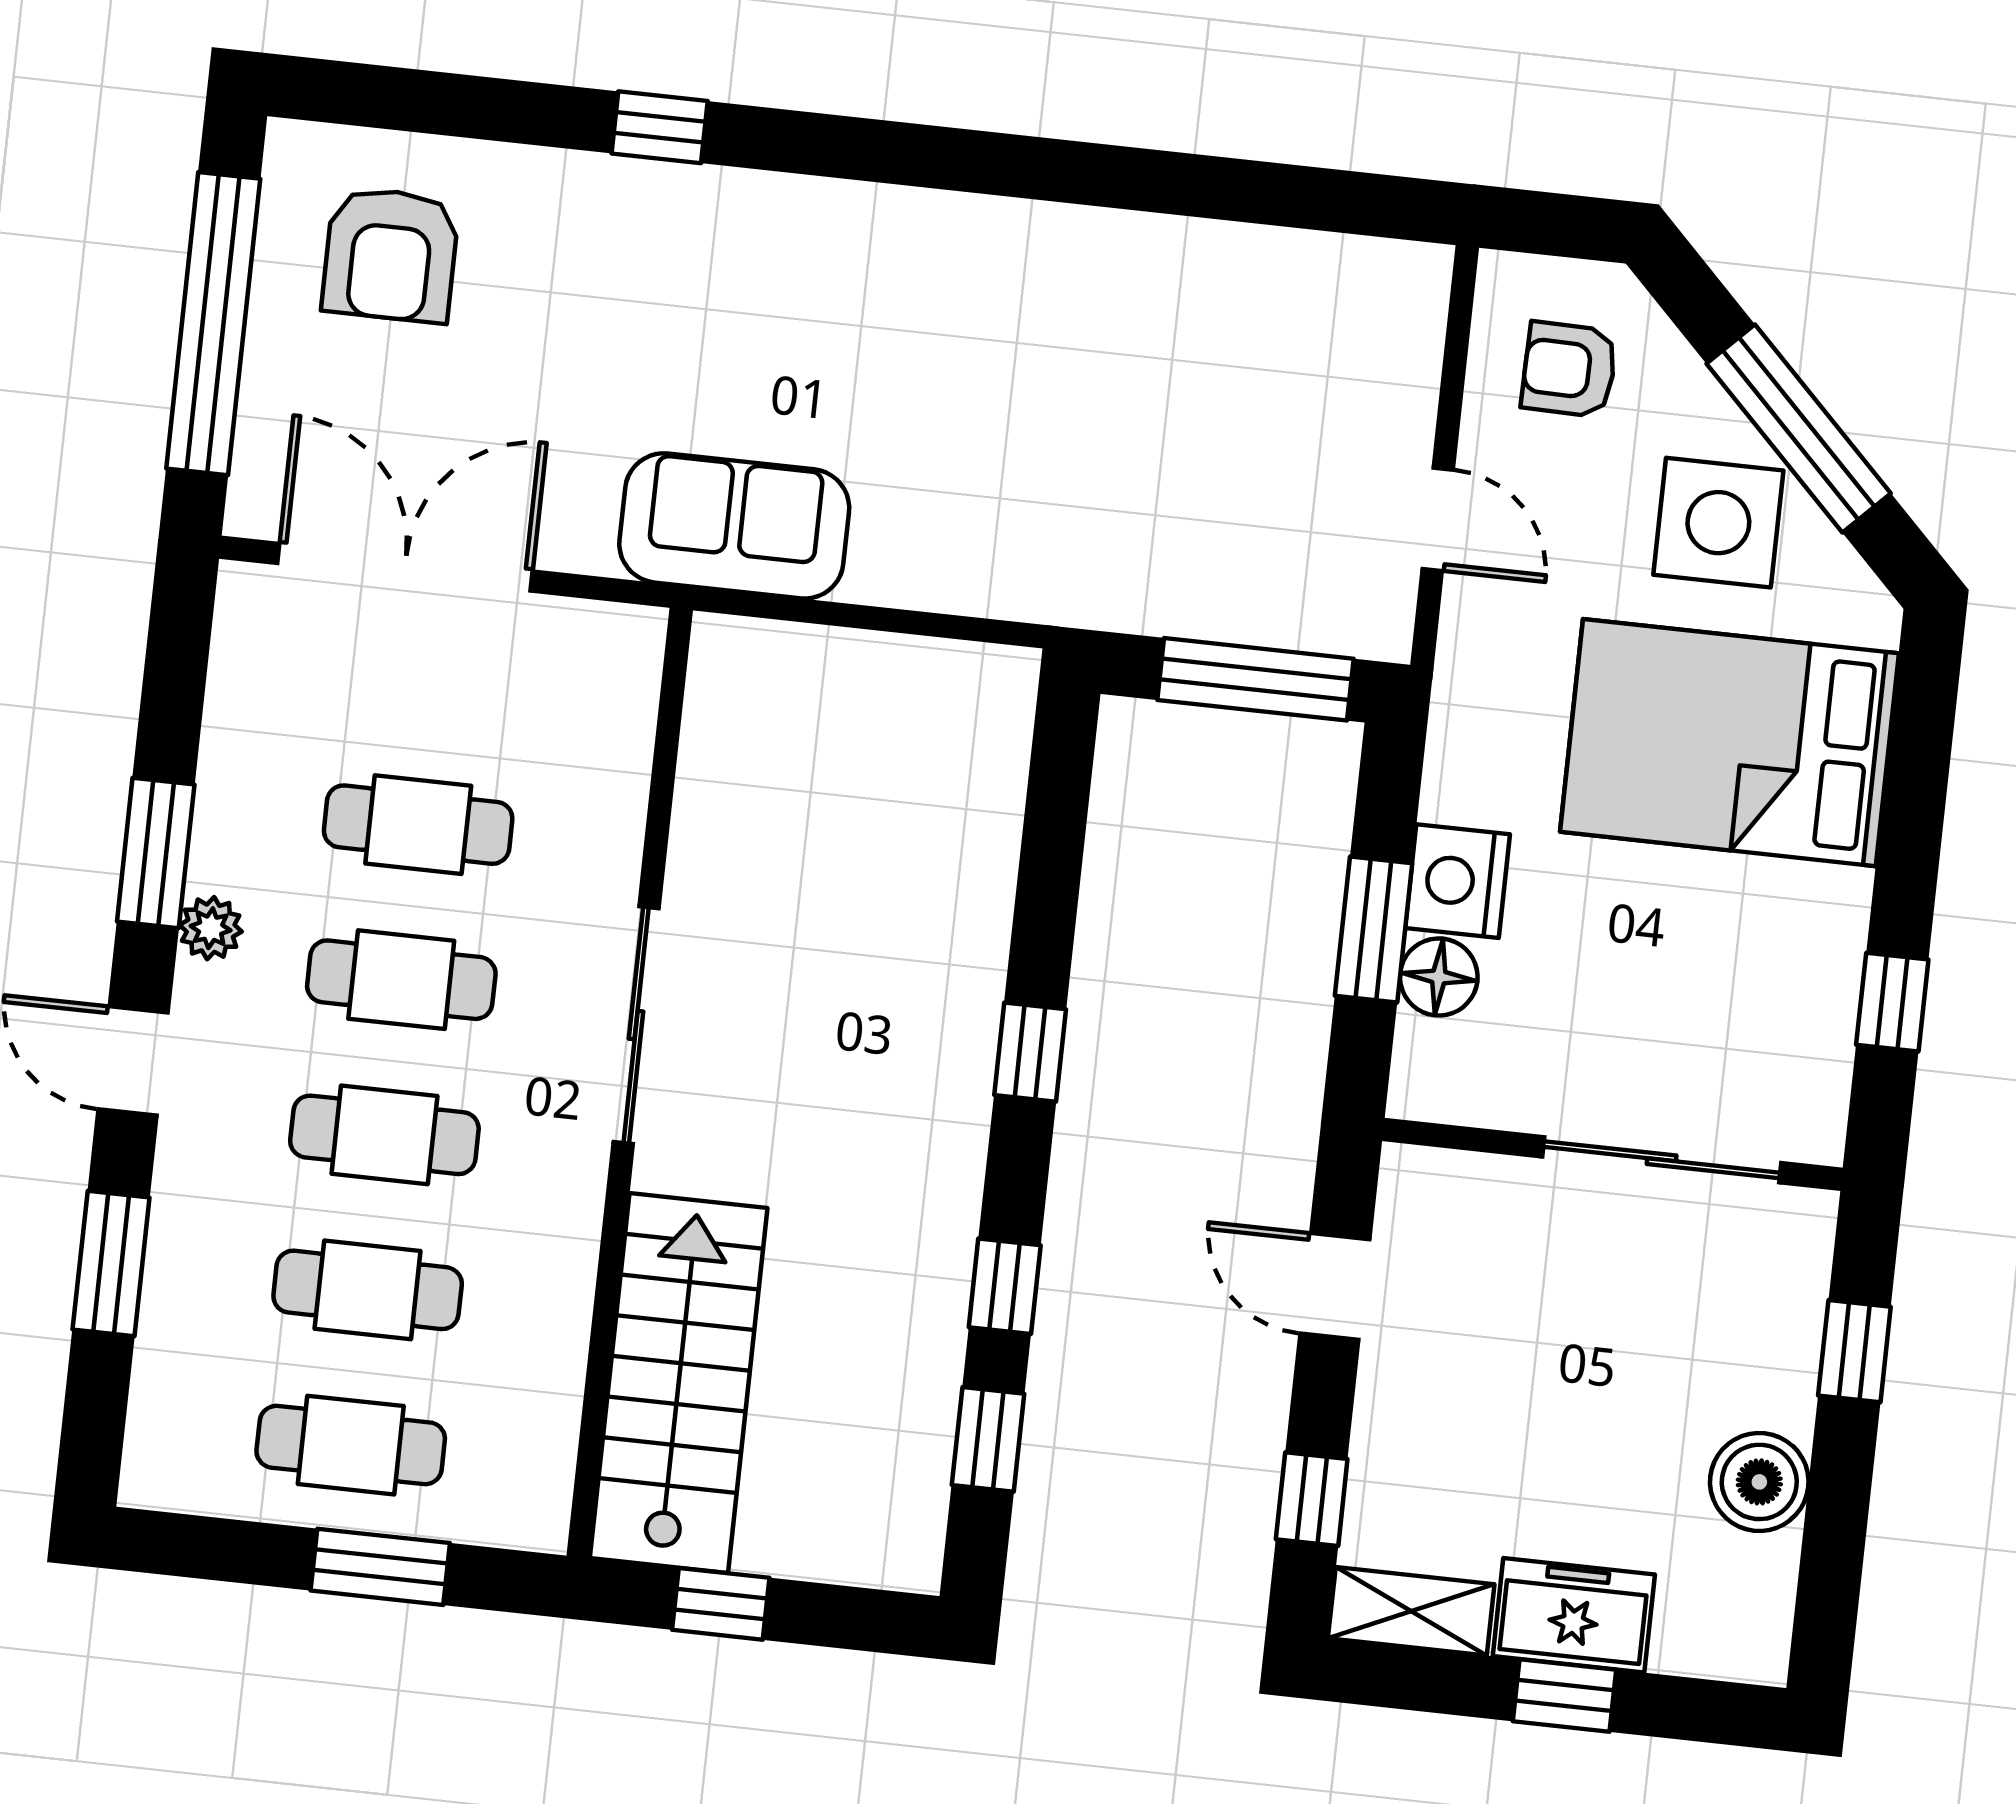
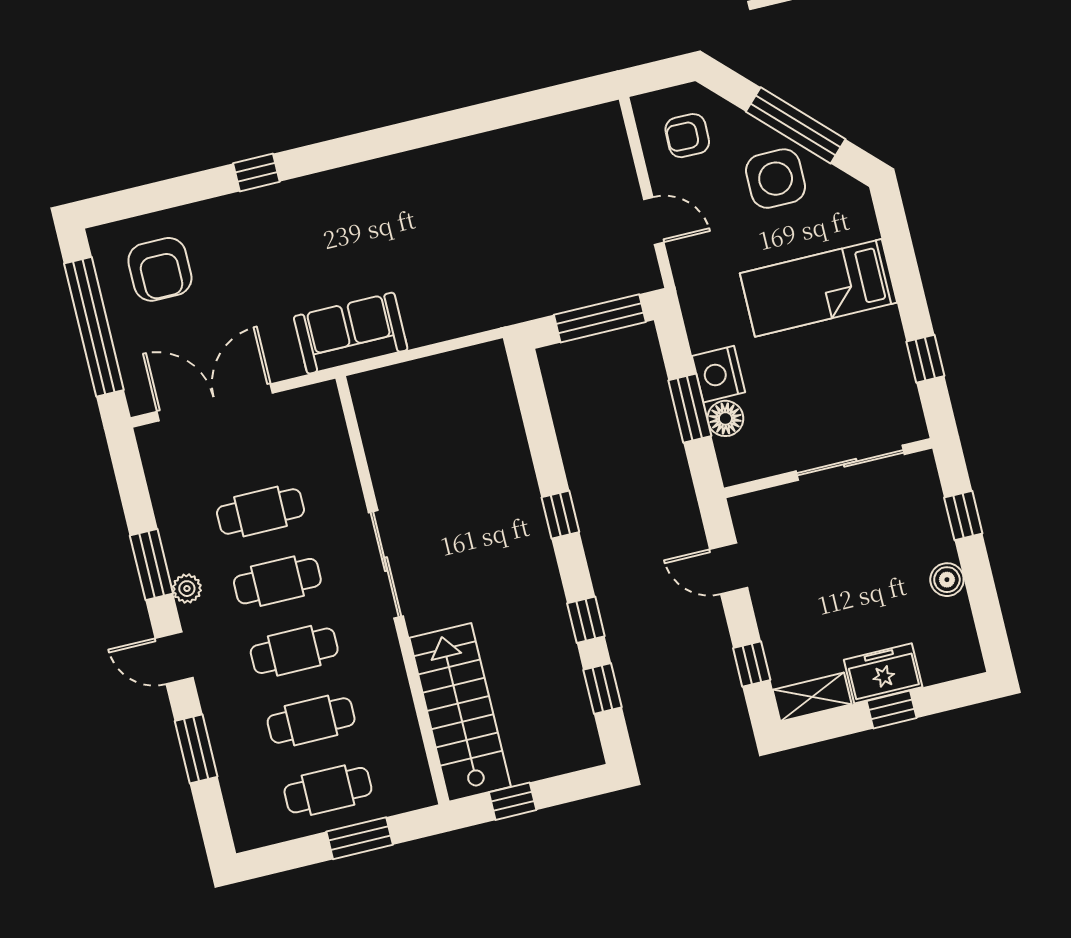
bed: (1729, 743) -> (818, 288), width x0.67
boiler: (1759, 1482) -> (947, 580), width x0.73, depth x0.73

